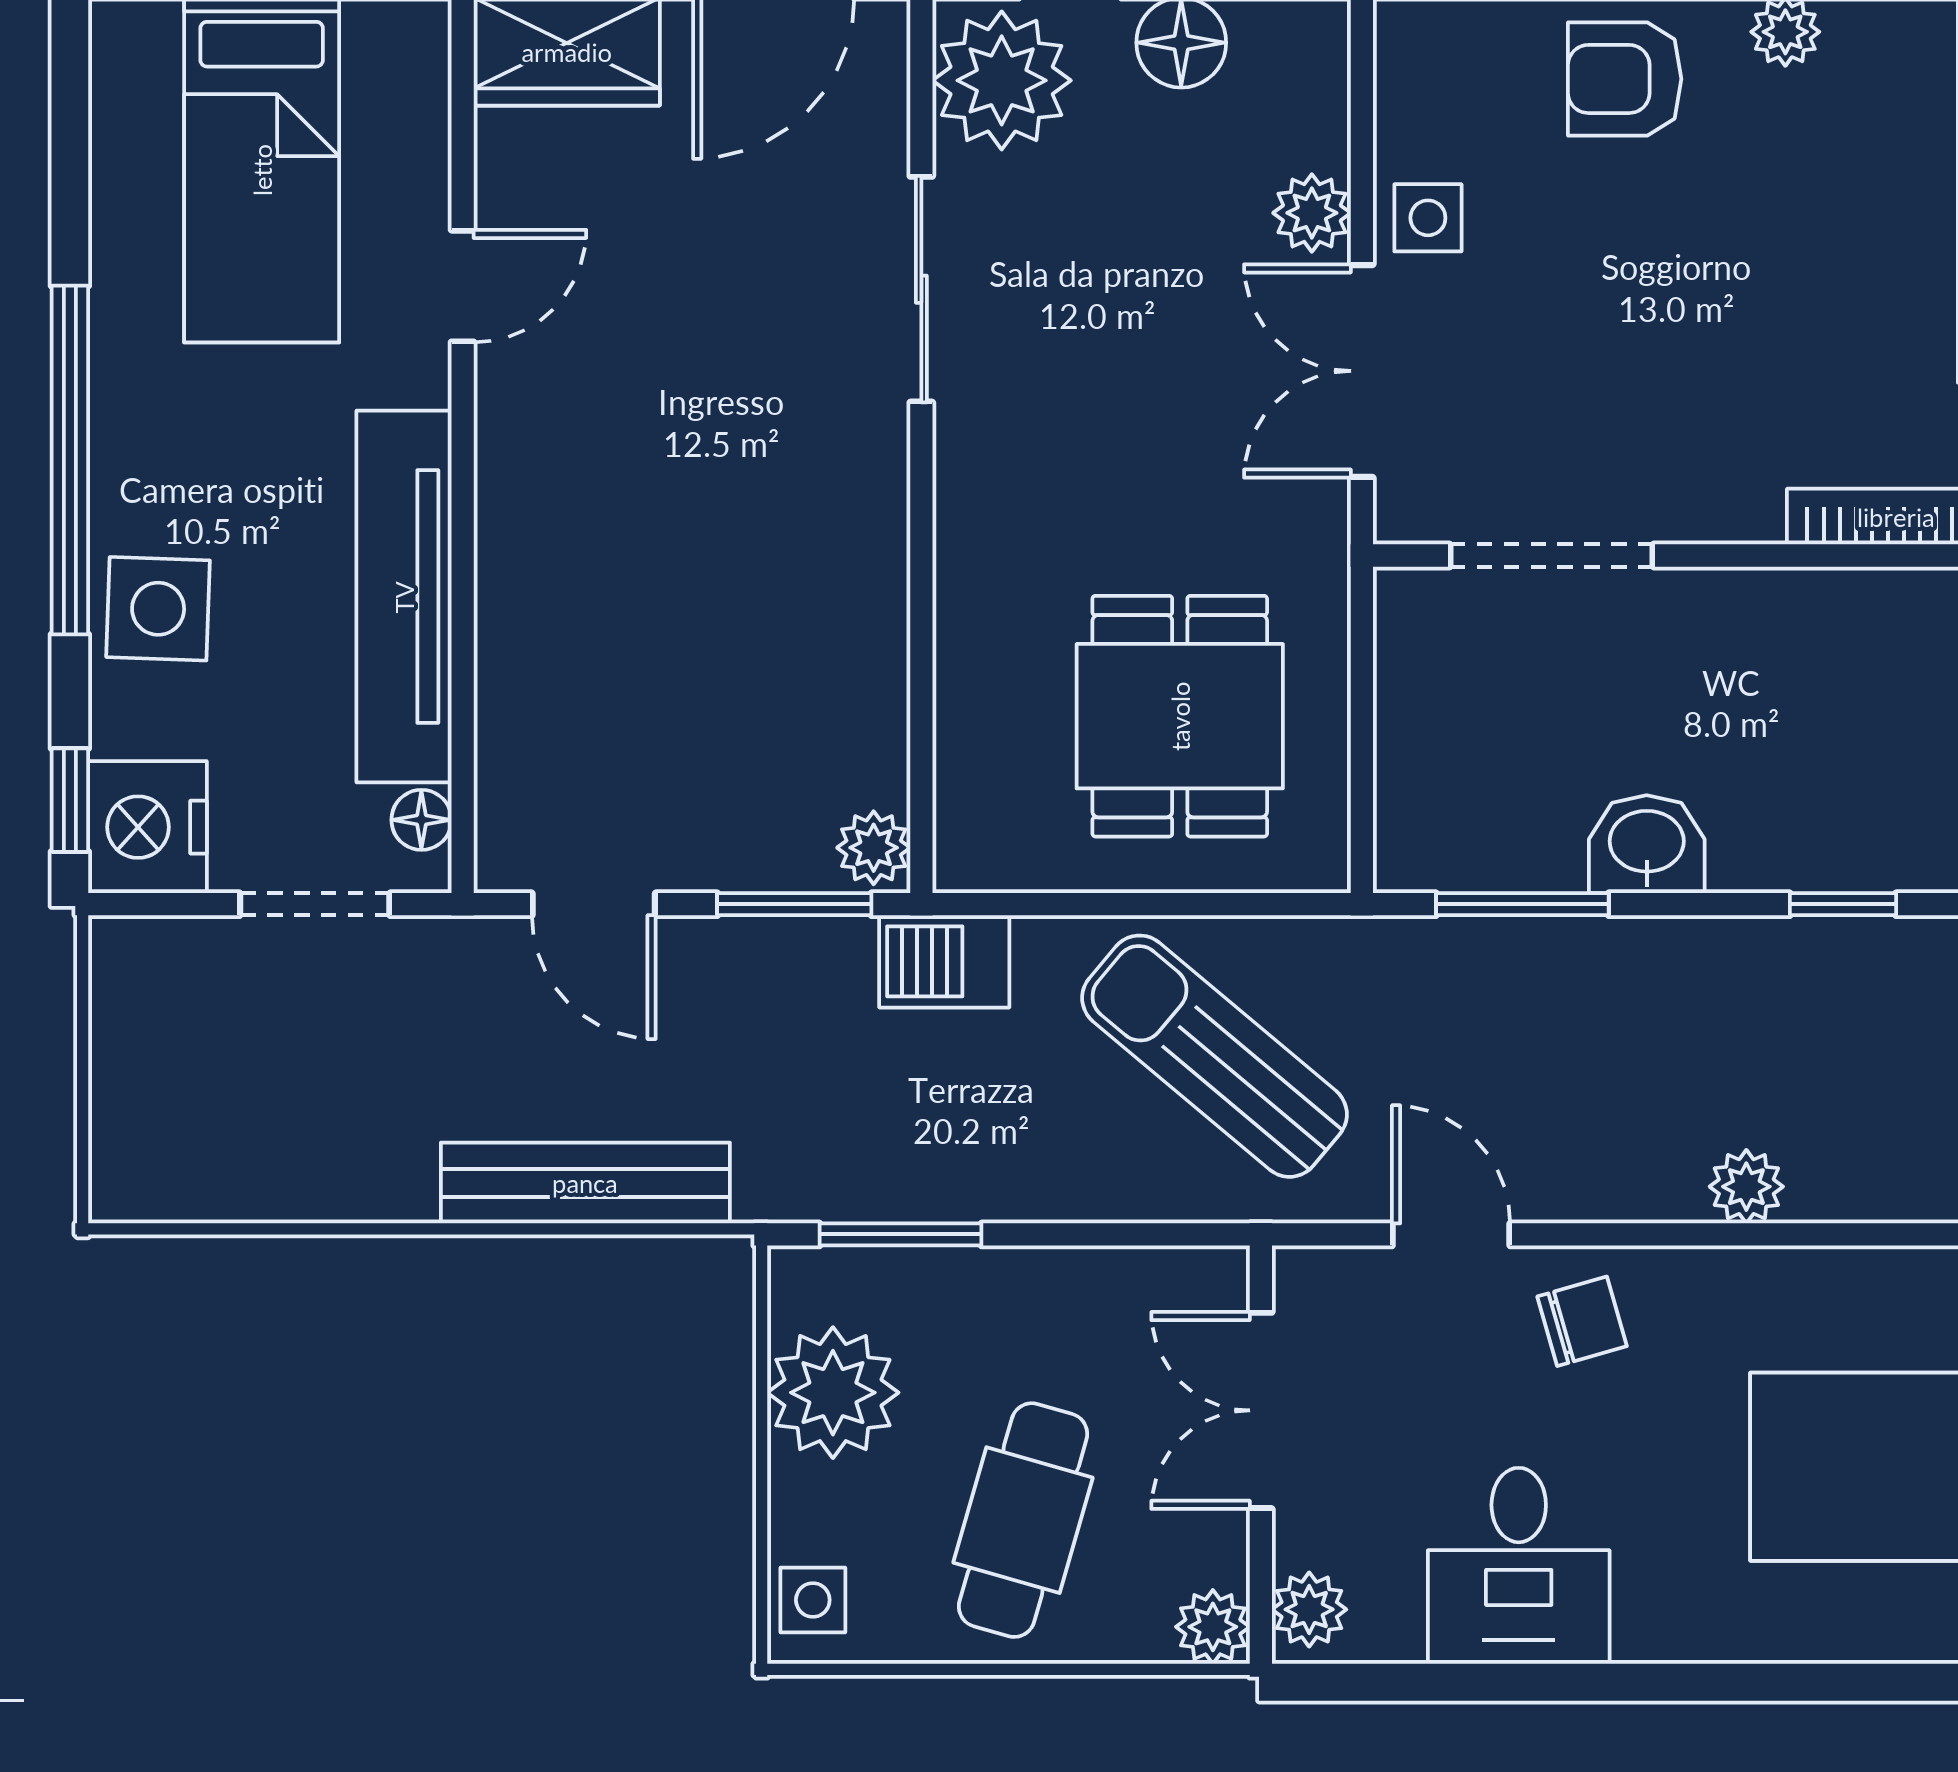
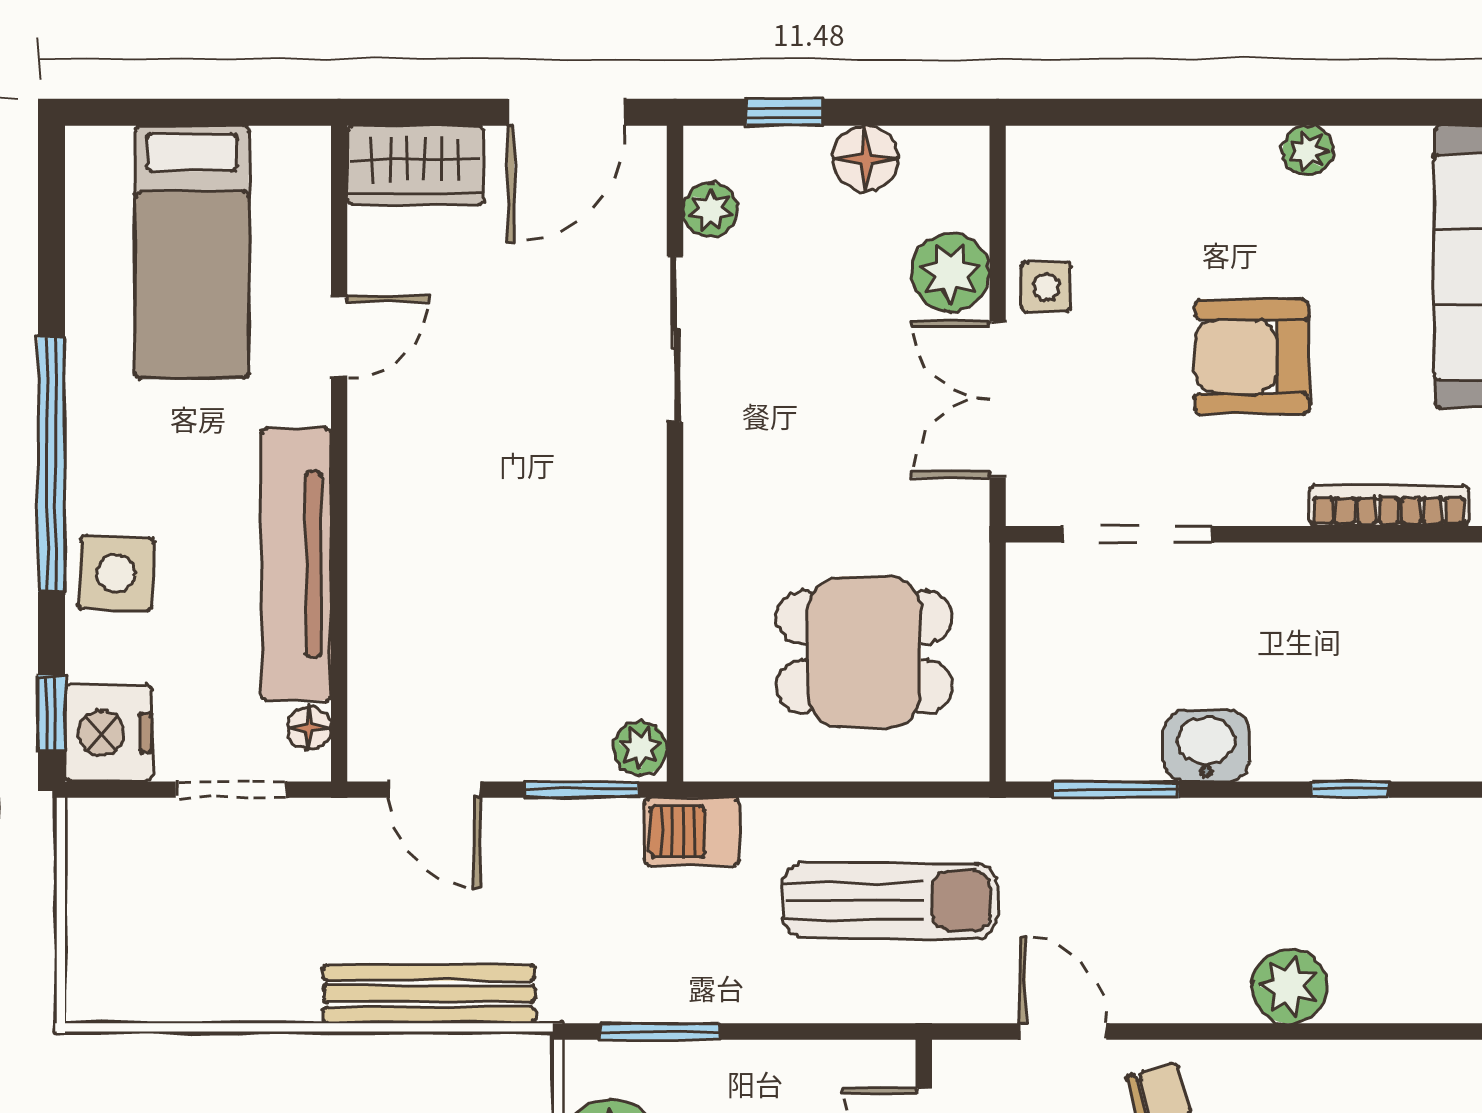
armchair: (1625, 79) -> (1252, 357), moved, width x1.38, depth x1.38
plant: (1002, 80) -> (710, 210), width x0.53, depth x0.53
plant: (1312, 213) -> (950, 273), width x1.38, depth x1.38
dining table: (1180, 716) -> (864, 652), turned 90
sun lounger: (1215, 1056) -> (890, 901), turned 140
plant: (1746, 1187) -> (1289, 986), width x1.38, depth x1.38

